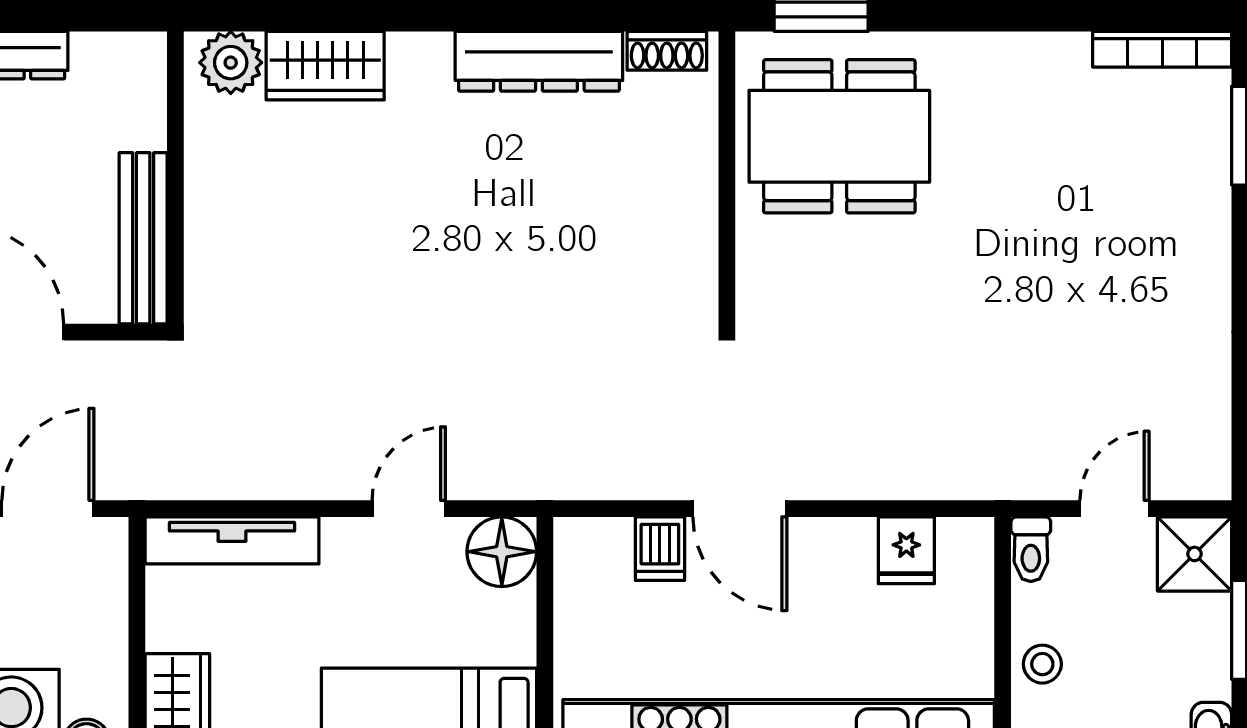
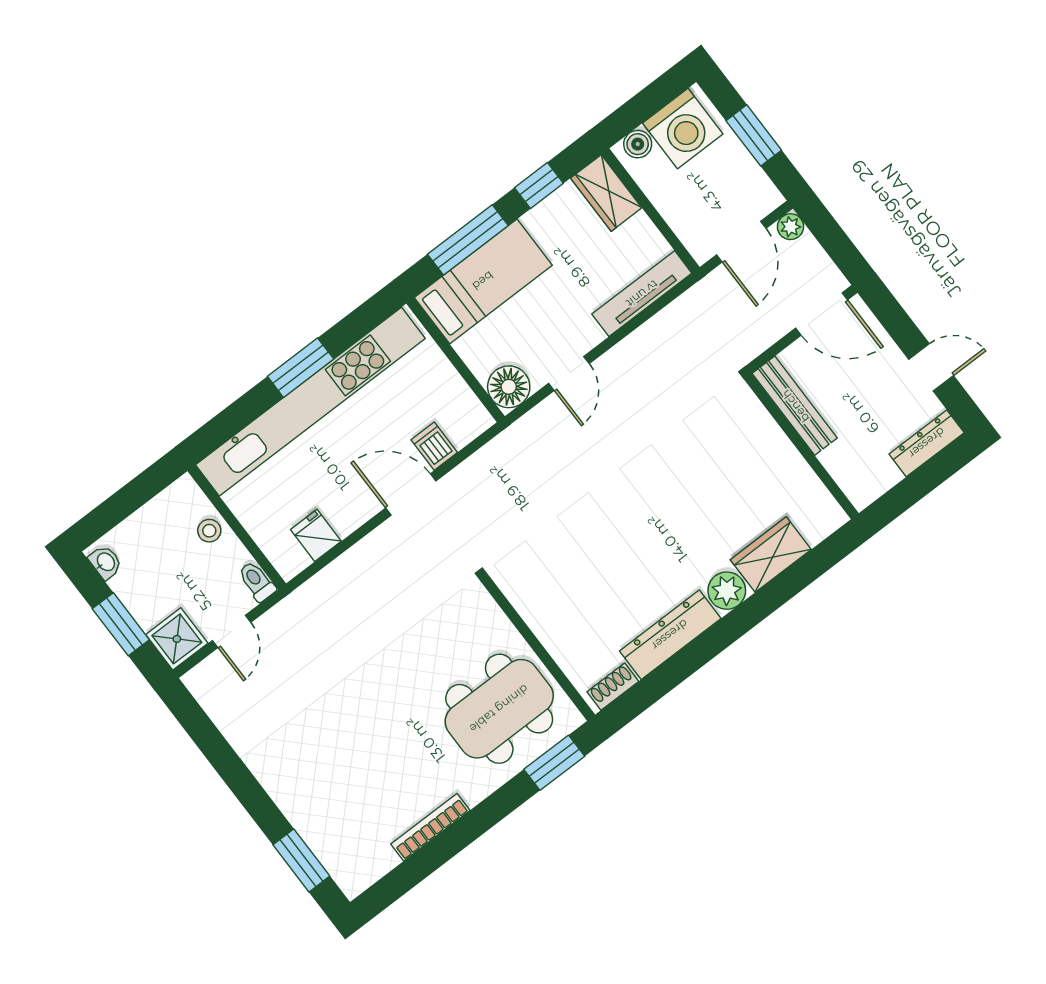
bookcase: (1162, 49) -> (430, 827), moved
plant: (231, 63) -> (727, 591), moved

